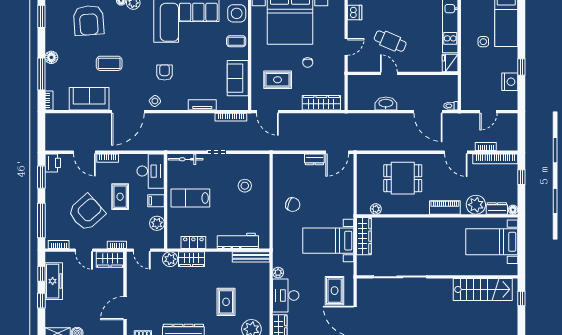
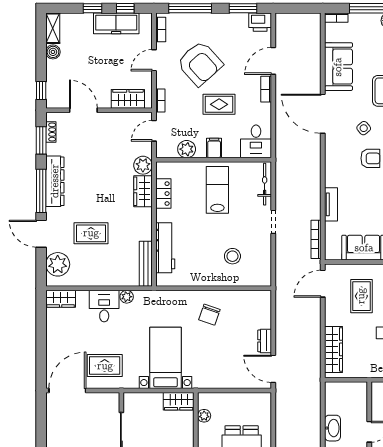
side table: (155, 101) -> (364, 128), moved
desk: (151, 171) -> (256, 141), width x0.73
wardrobe: (364, 236) -> (179, 401), width x0.67
wardrobe: (110, 260) -> (128, 99), moved, turned 90
desk: (286, 295) -> (104, 306), width x0.73

